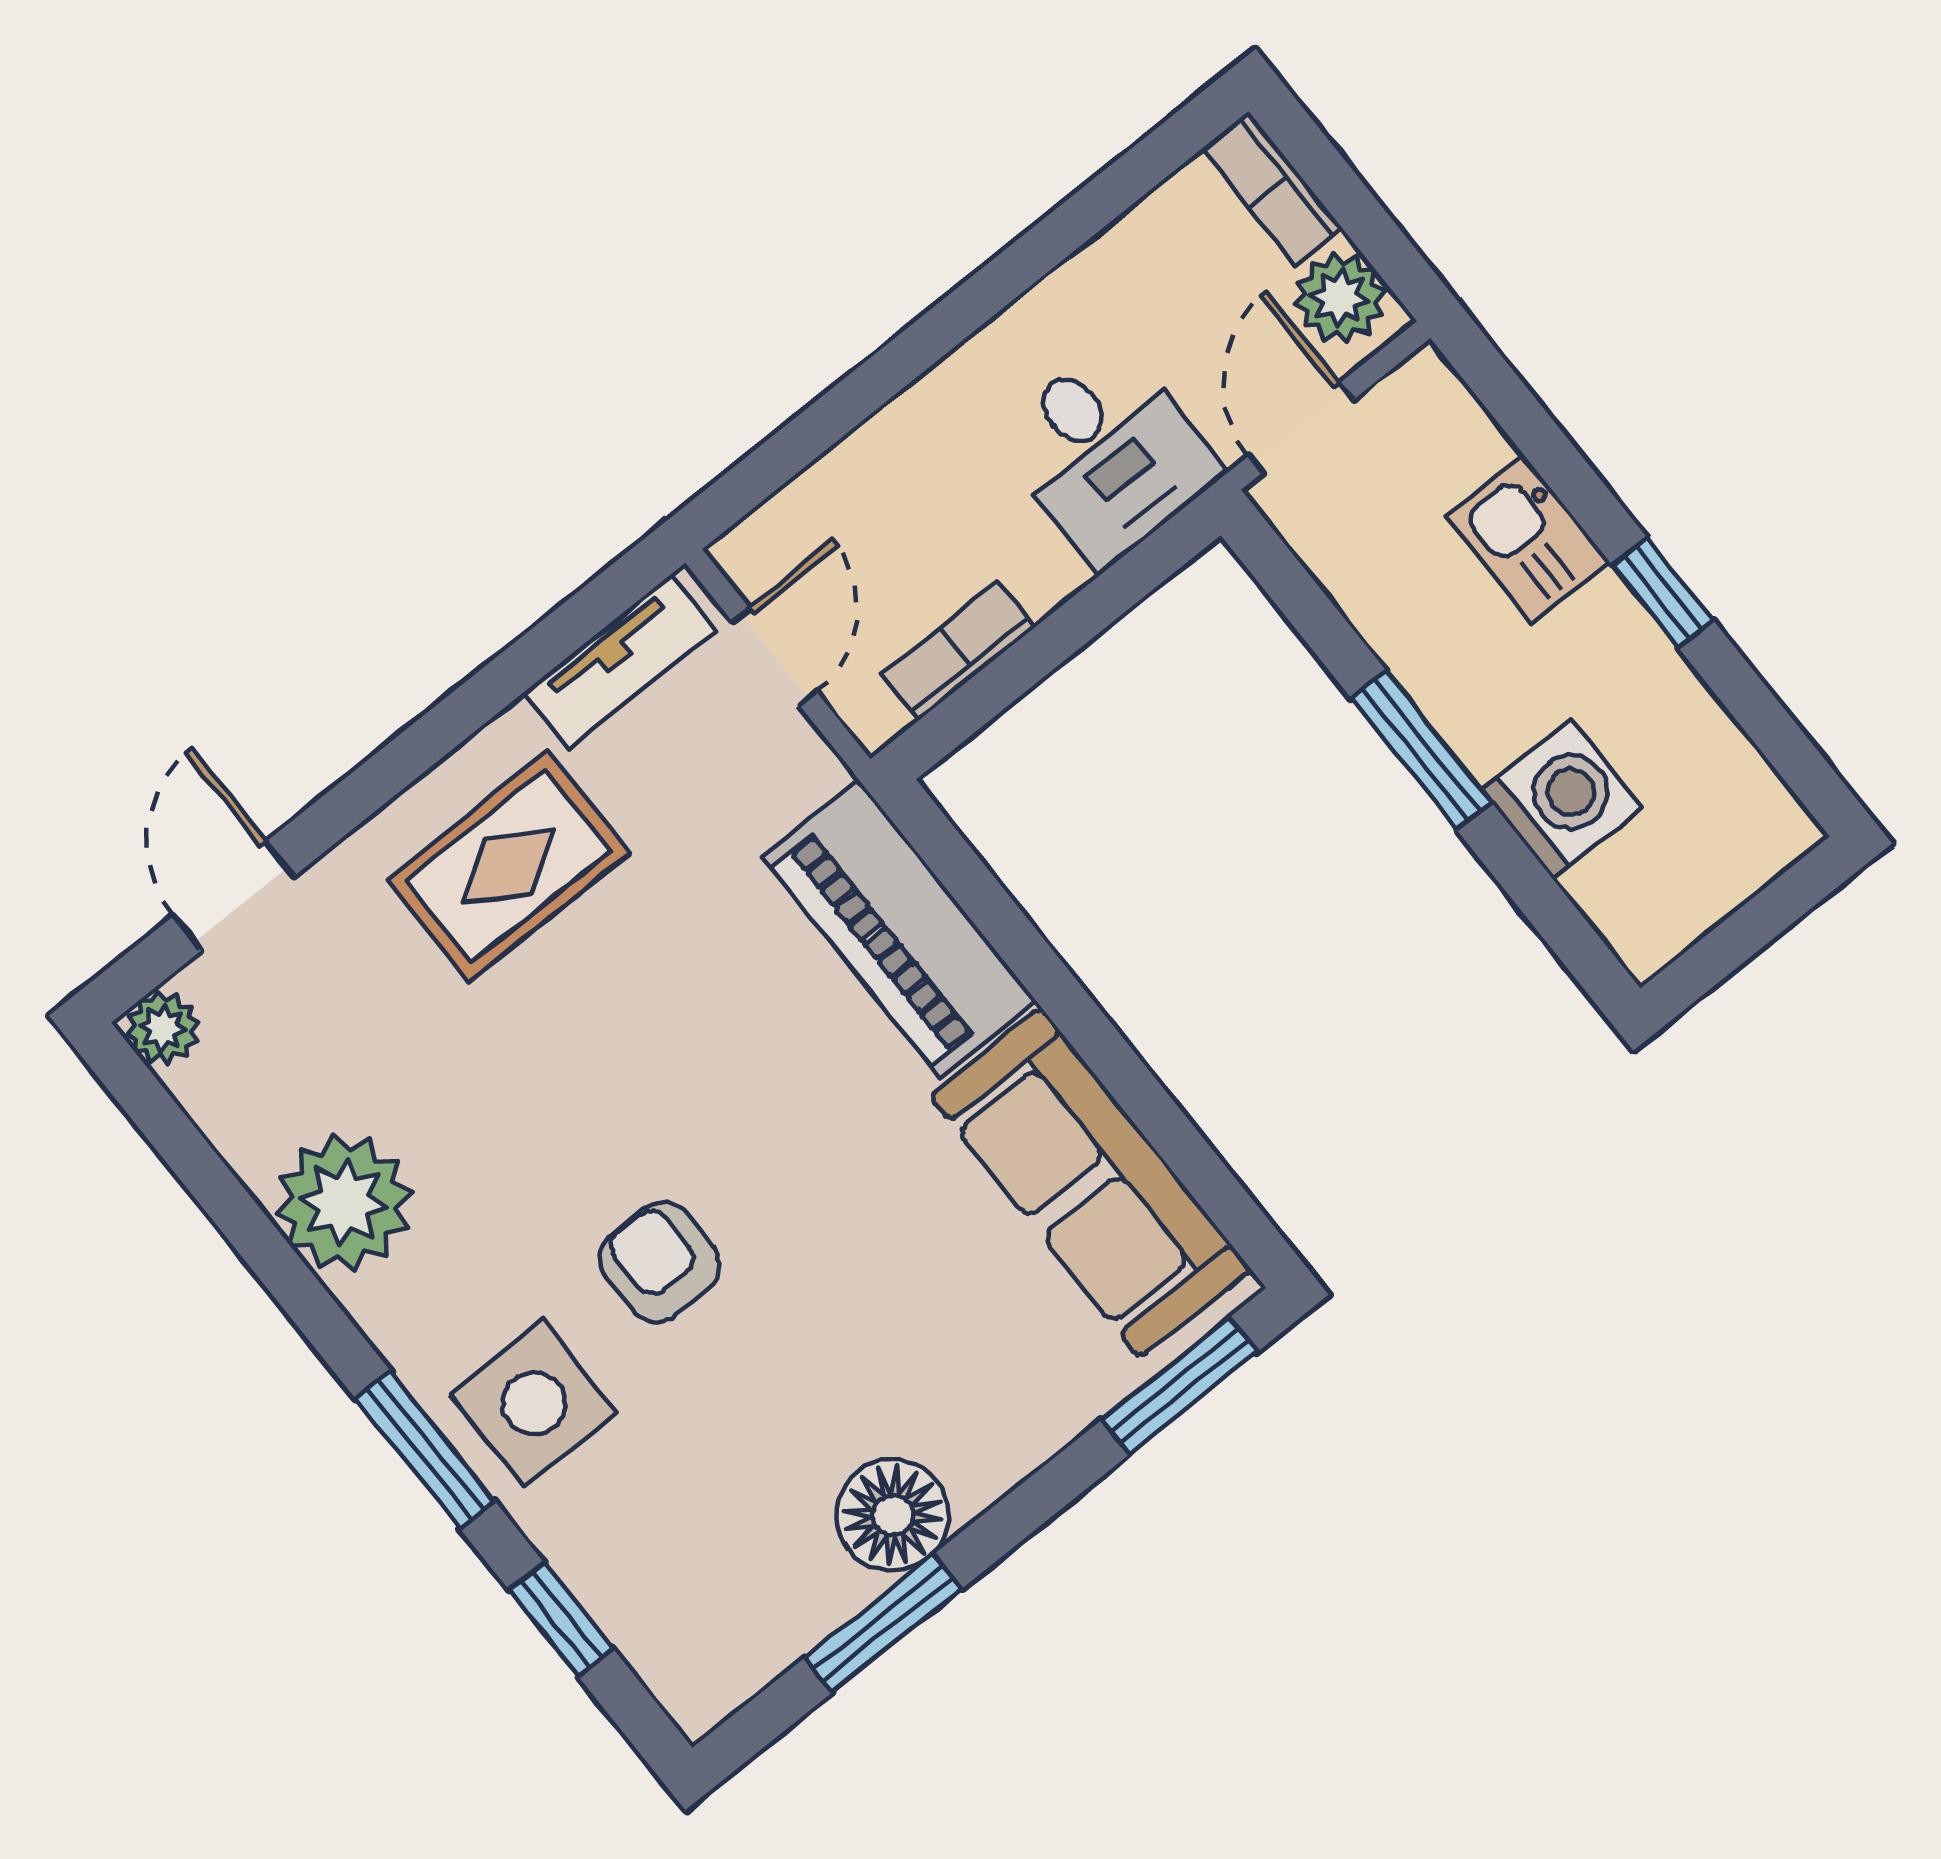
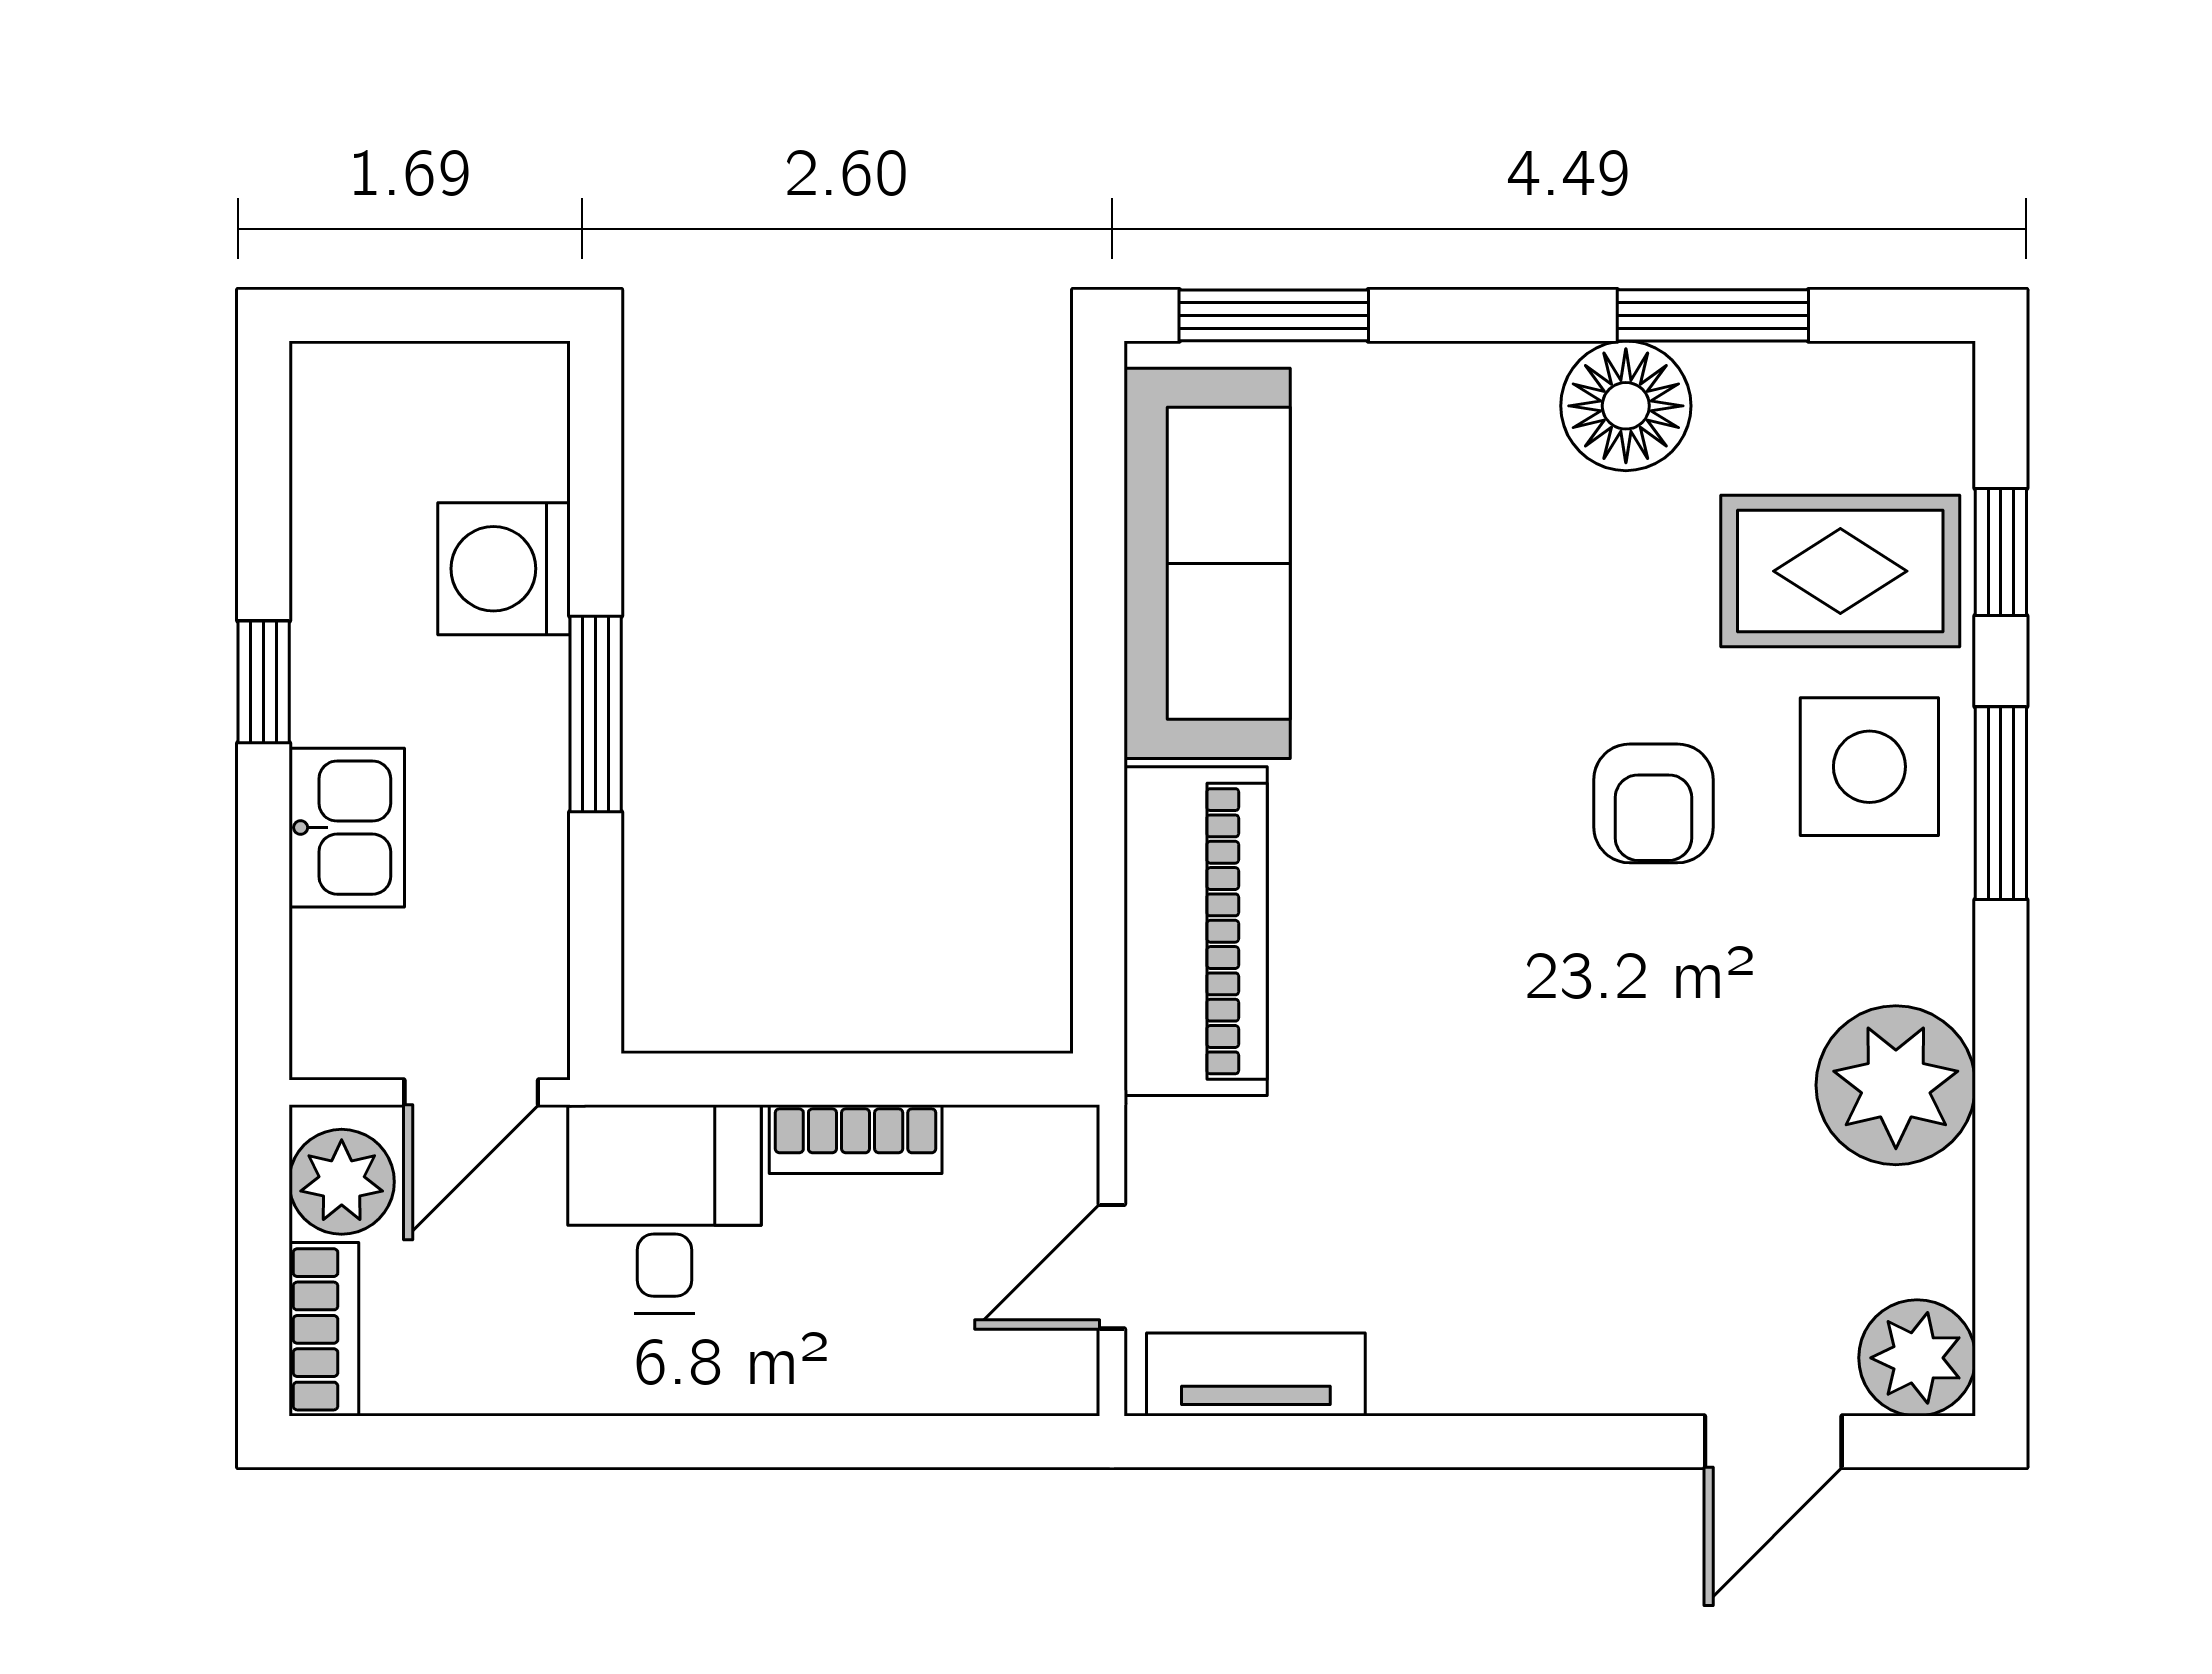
bookcase: (959, 650) -> (856, 1139), moved
rug: (508, 866) -> (1840, 571), moved
plant: (163, 1028) -> (1917, 1358), width x1.38, depth x1.38

